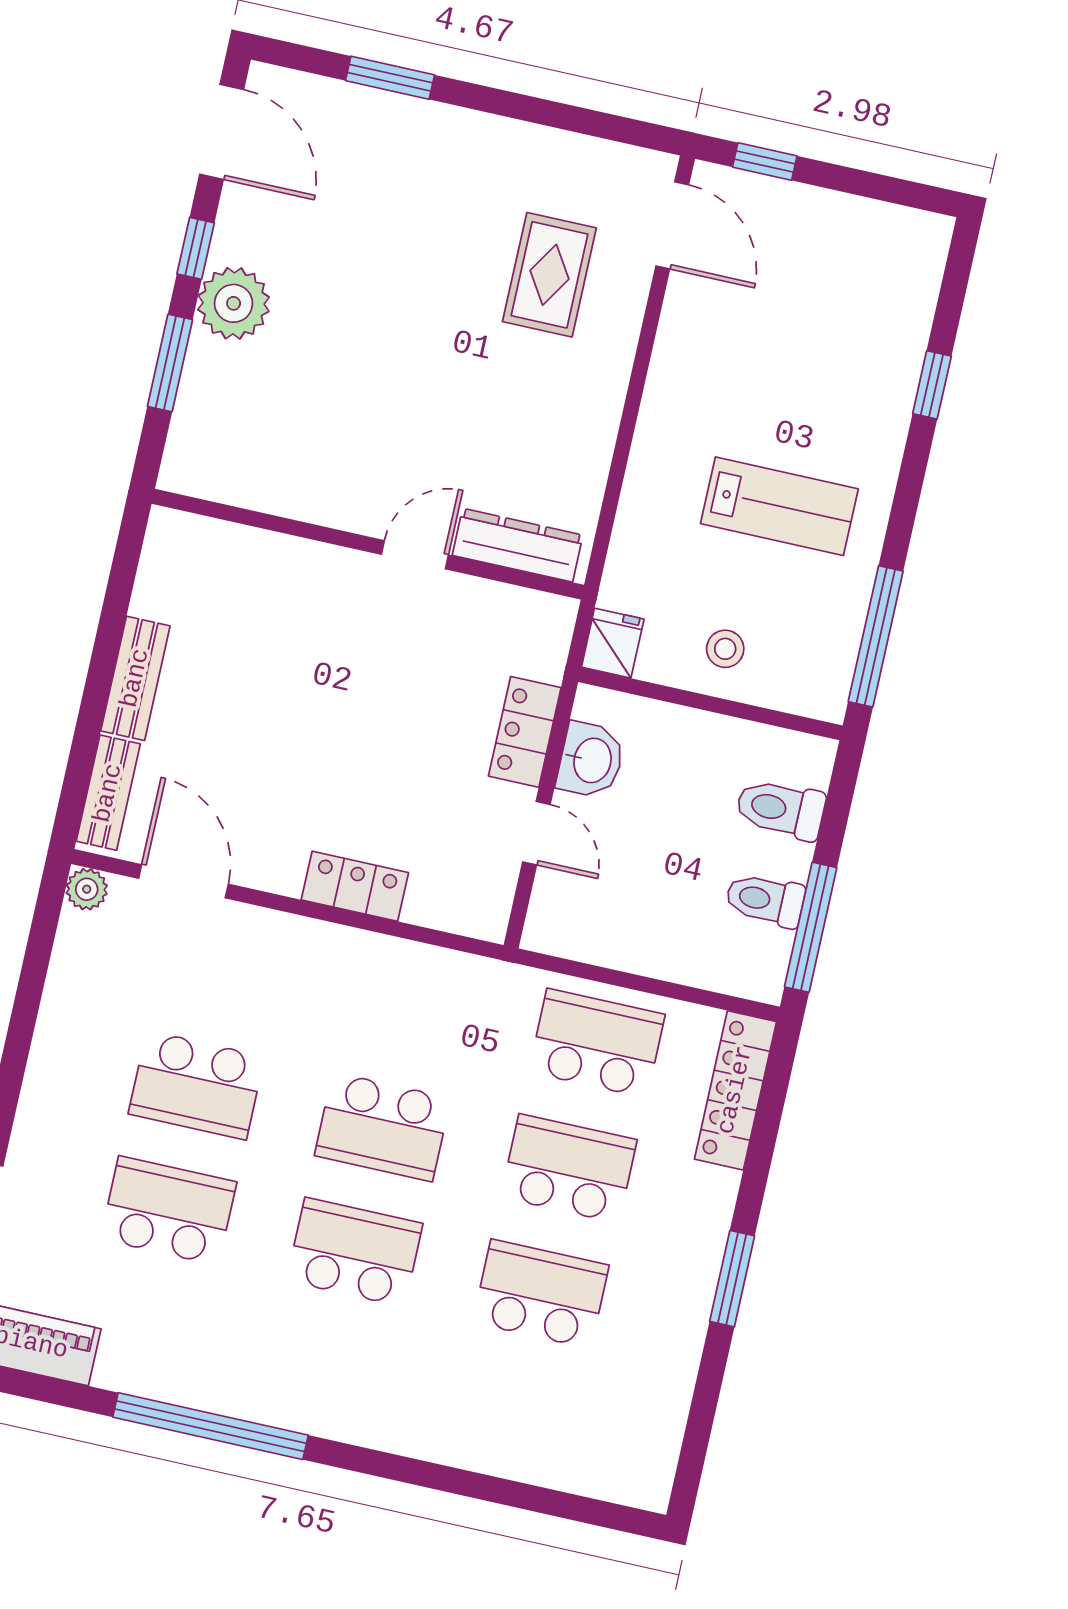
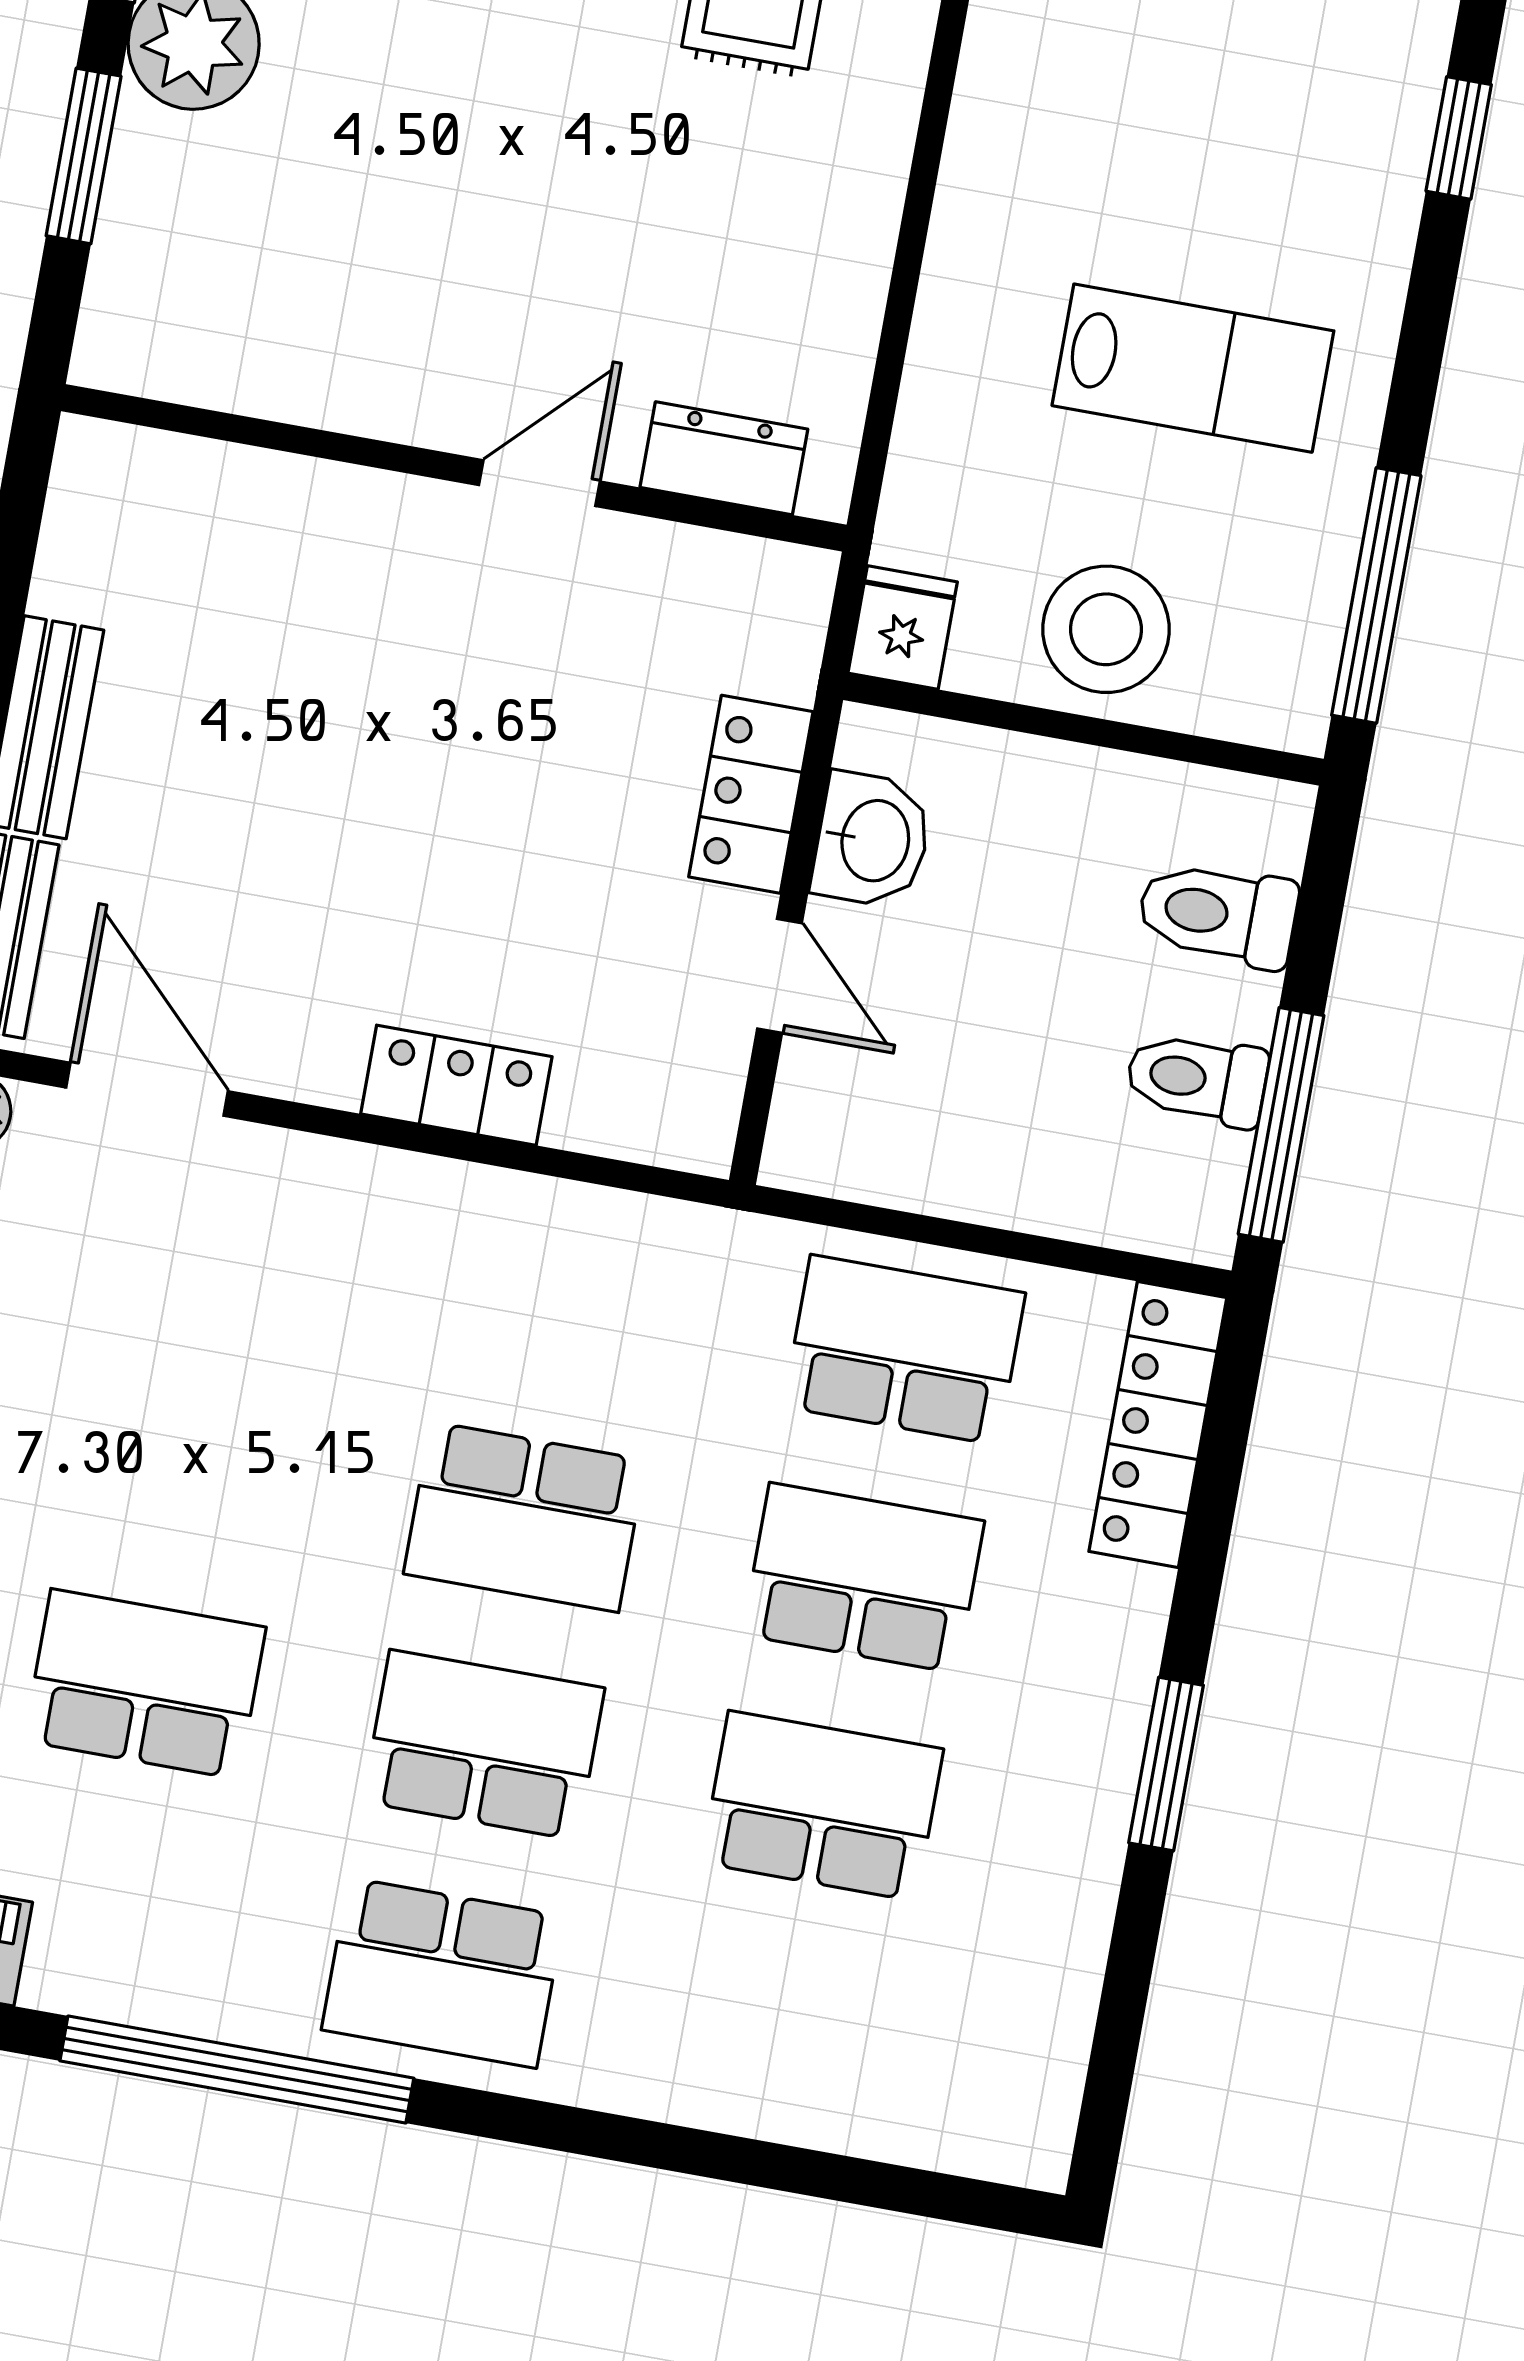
dresser: (518, 545) -> (724, 458), width x0.70
stool: (725, 649) -> (1106, 629), width x1.89, depth x1.89
school desk: (196, 1085) -> (443, 1973), moved

